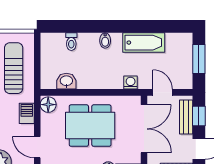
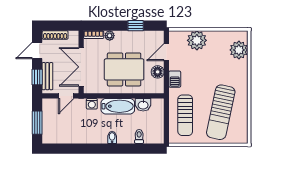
bathtub: (144, 43) -> (118, 106), moved, turned 180
door: (163, 92) -> (66, 96), hinge flipped
floor lamp: (48, 105) -> (158, 72), moved
door: (37, 147) -> (166, 52), swing flipped

